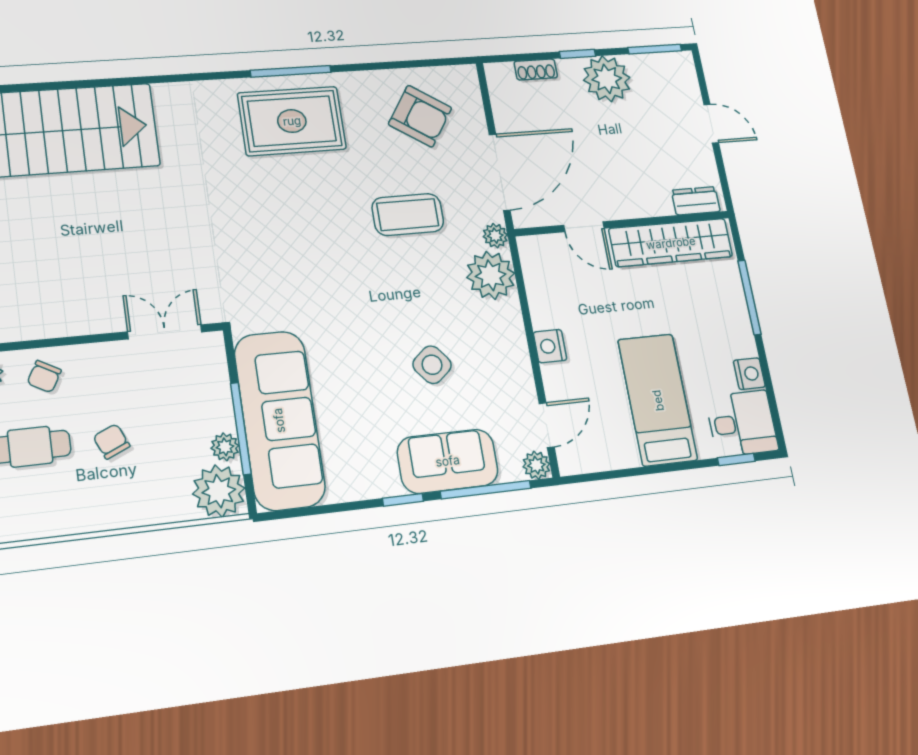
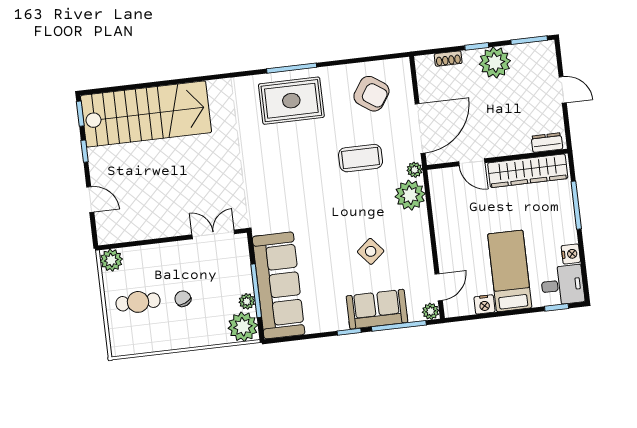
nightstand: (550, 346) -> (484, 304), moved, turned -90
chair: (44, 377) -> (145, 262), removed

